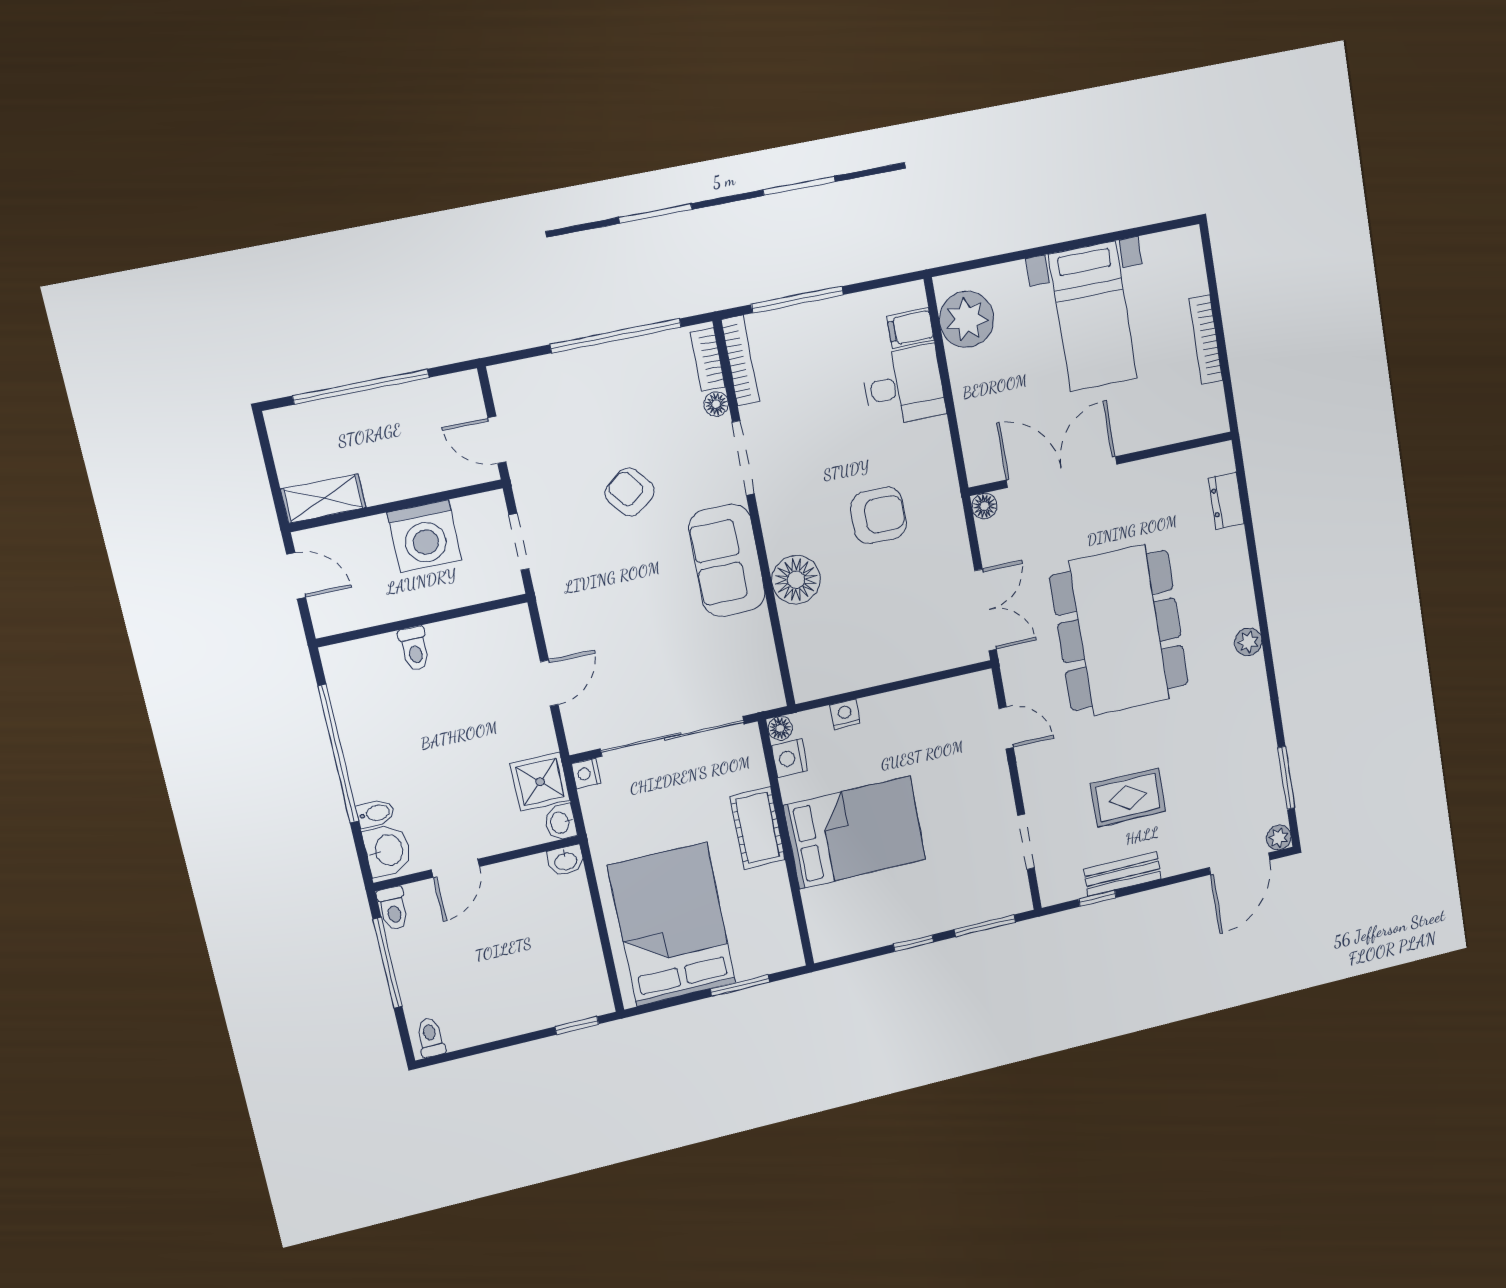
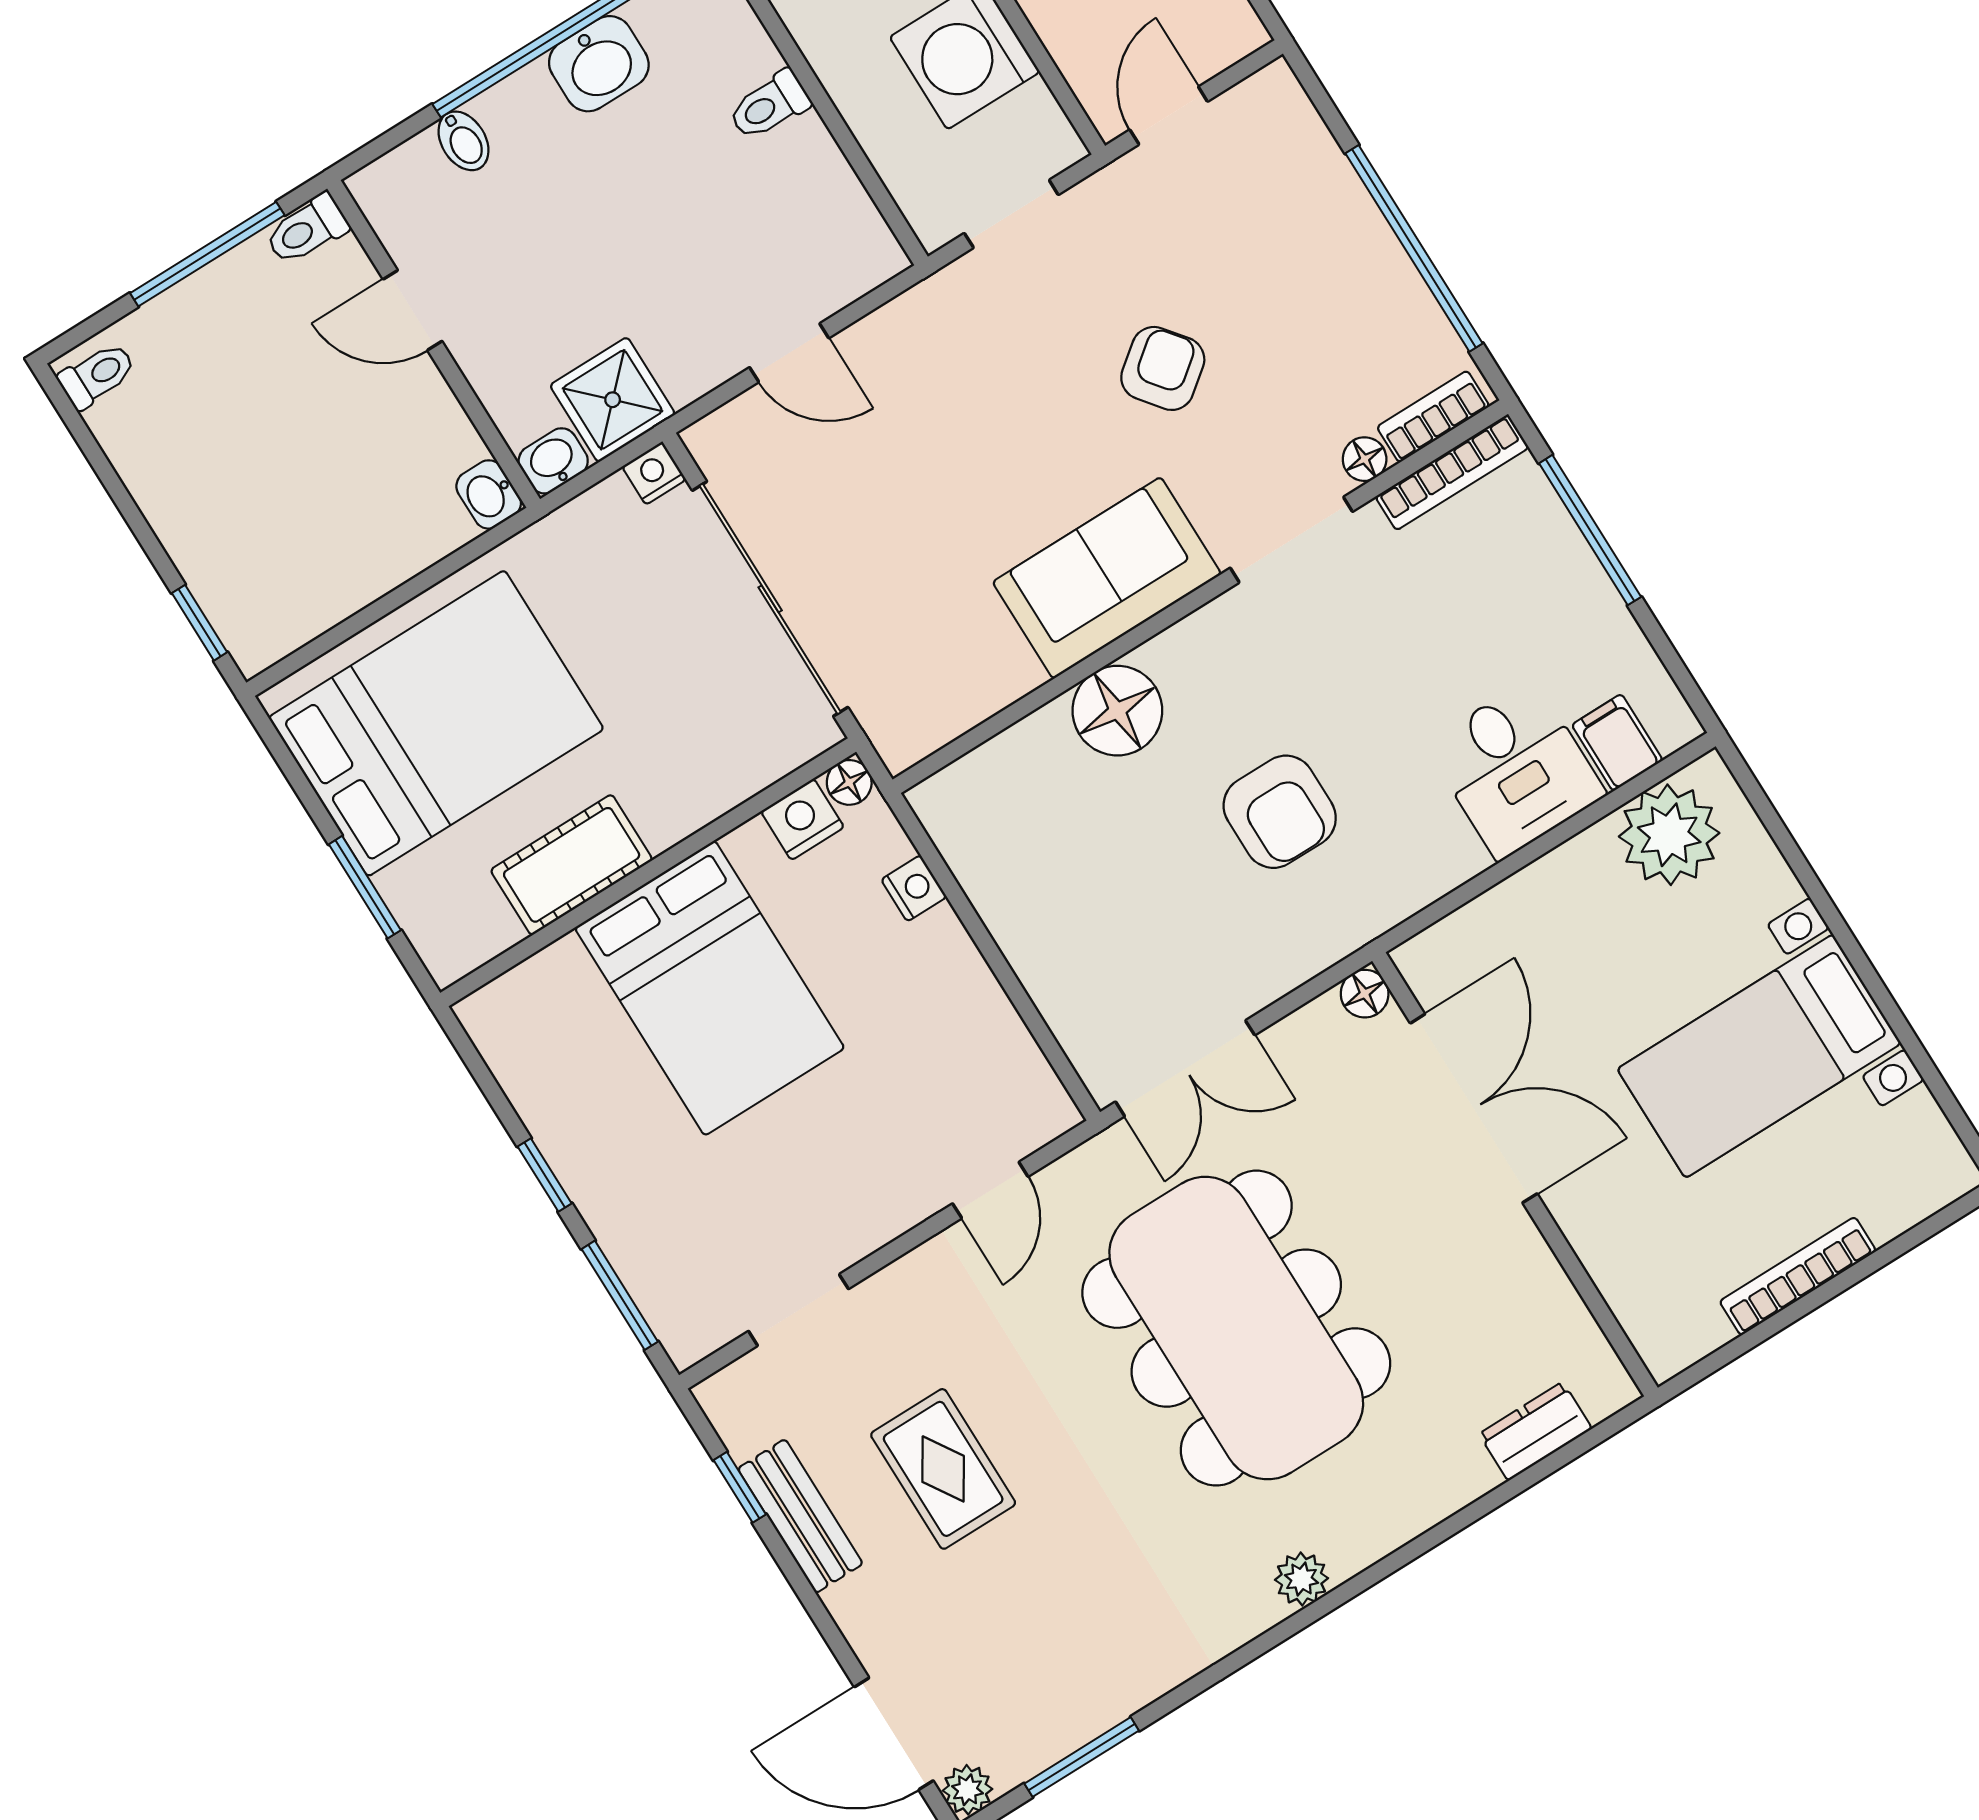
dining table: (1119, 630) -> (1236, 1328), turned 90
cot: (758, 828) -> (572, 865), moved
washbasin: (388, 850) -> (599, 64), moved

